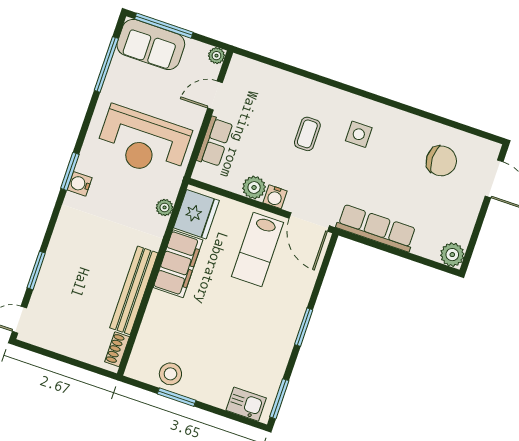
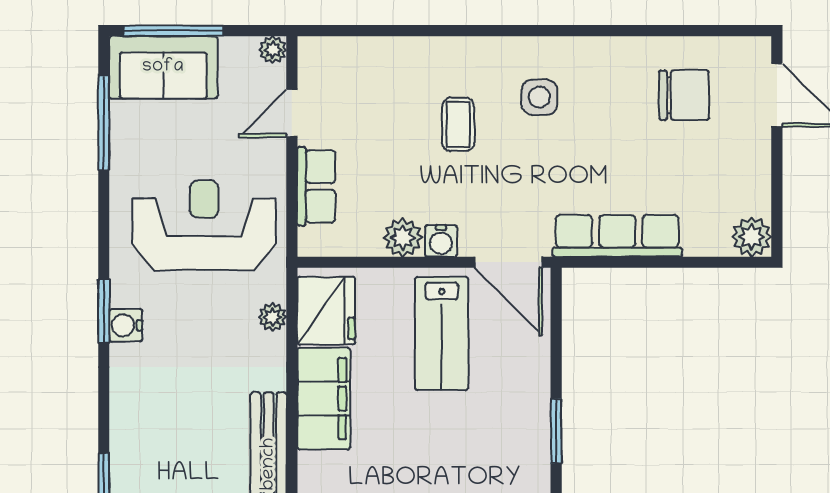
reception desk: (143, 142) -> (204, 225), turned 180

